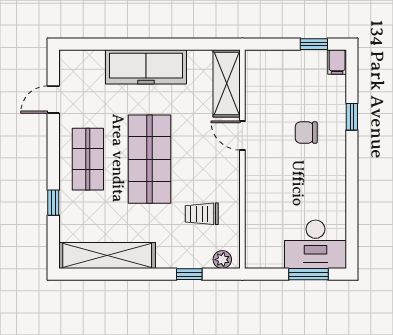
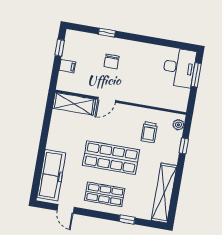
filing cabinet: (337, 62) -> (67, 66), moved
freezer: (146, 67) -> (51, 175), moved

